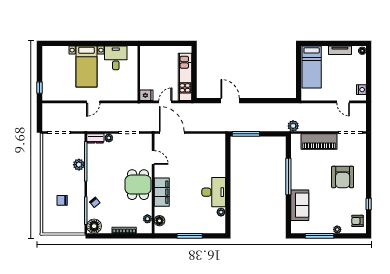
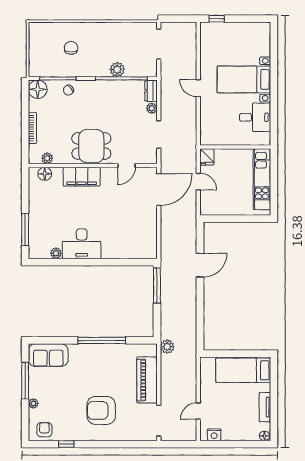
kitchen unit: (185, 77) -> (262, 179), moved, turned -90
sofa: (300, 205) -> (48, 355), moved
window: (190, 236) -> (25, 229), moved

